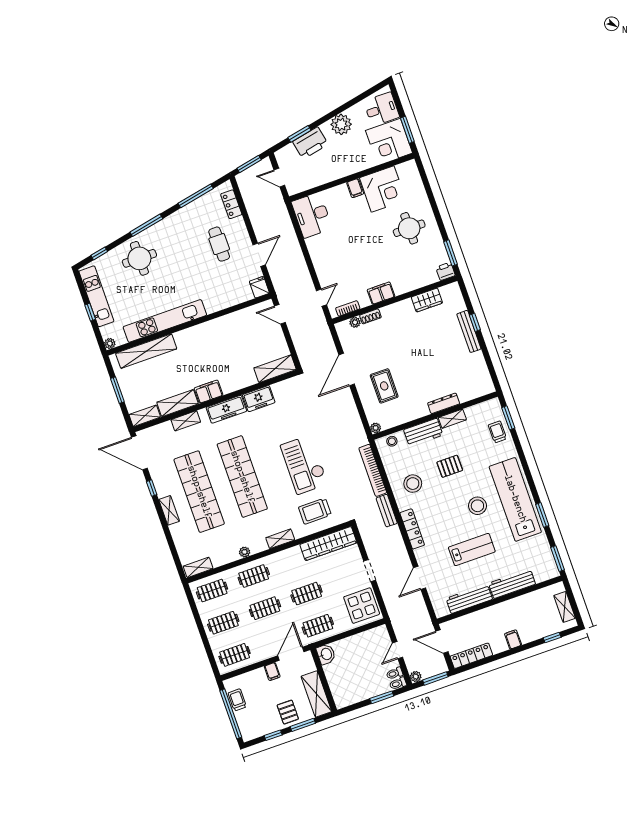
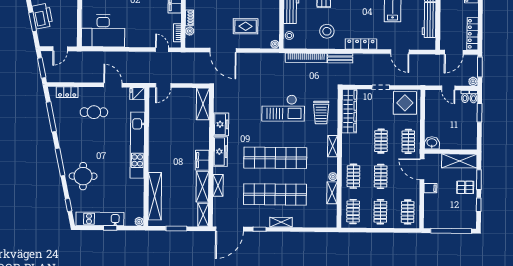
desk: (312, 215) -> (103, 31), width x1.36, depth x1.30
kitchen unit: (165, 321) -> (137, 145), moved
shelving: (198, 567) -> (332, 193), moved
trolley: (237, 700) -> (442, 222), removed

